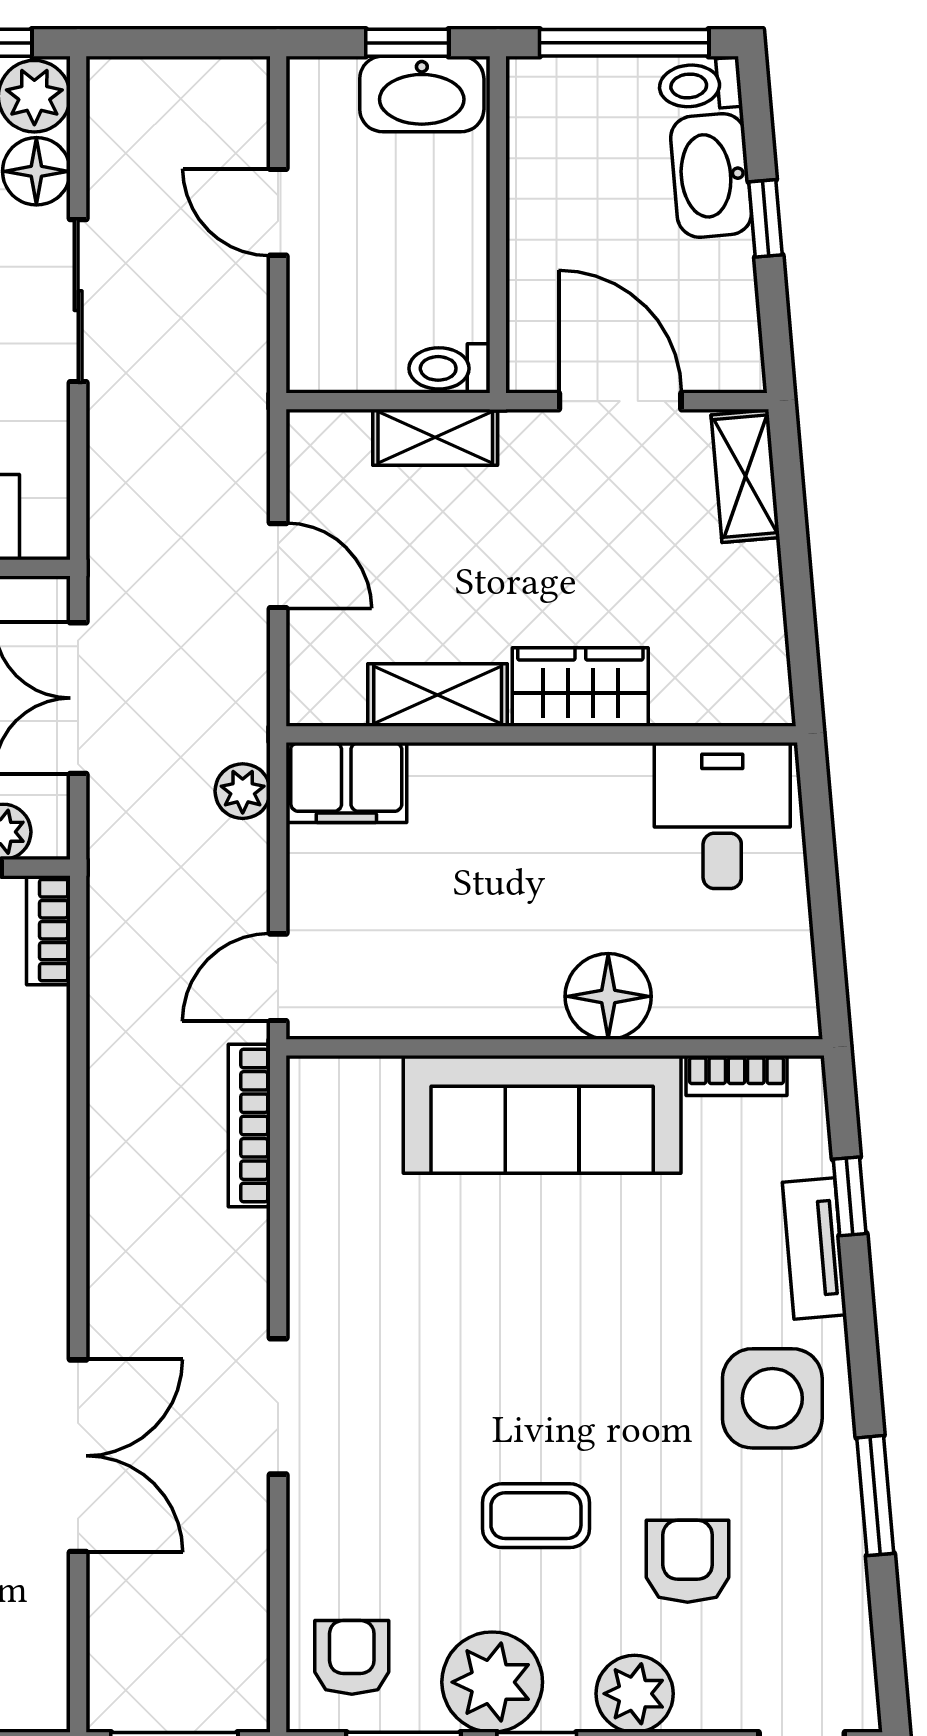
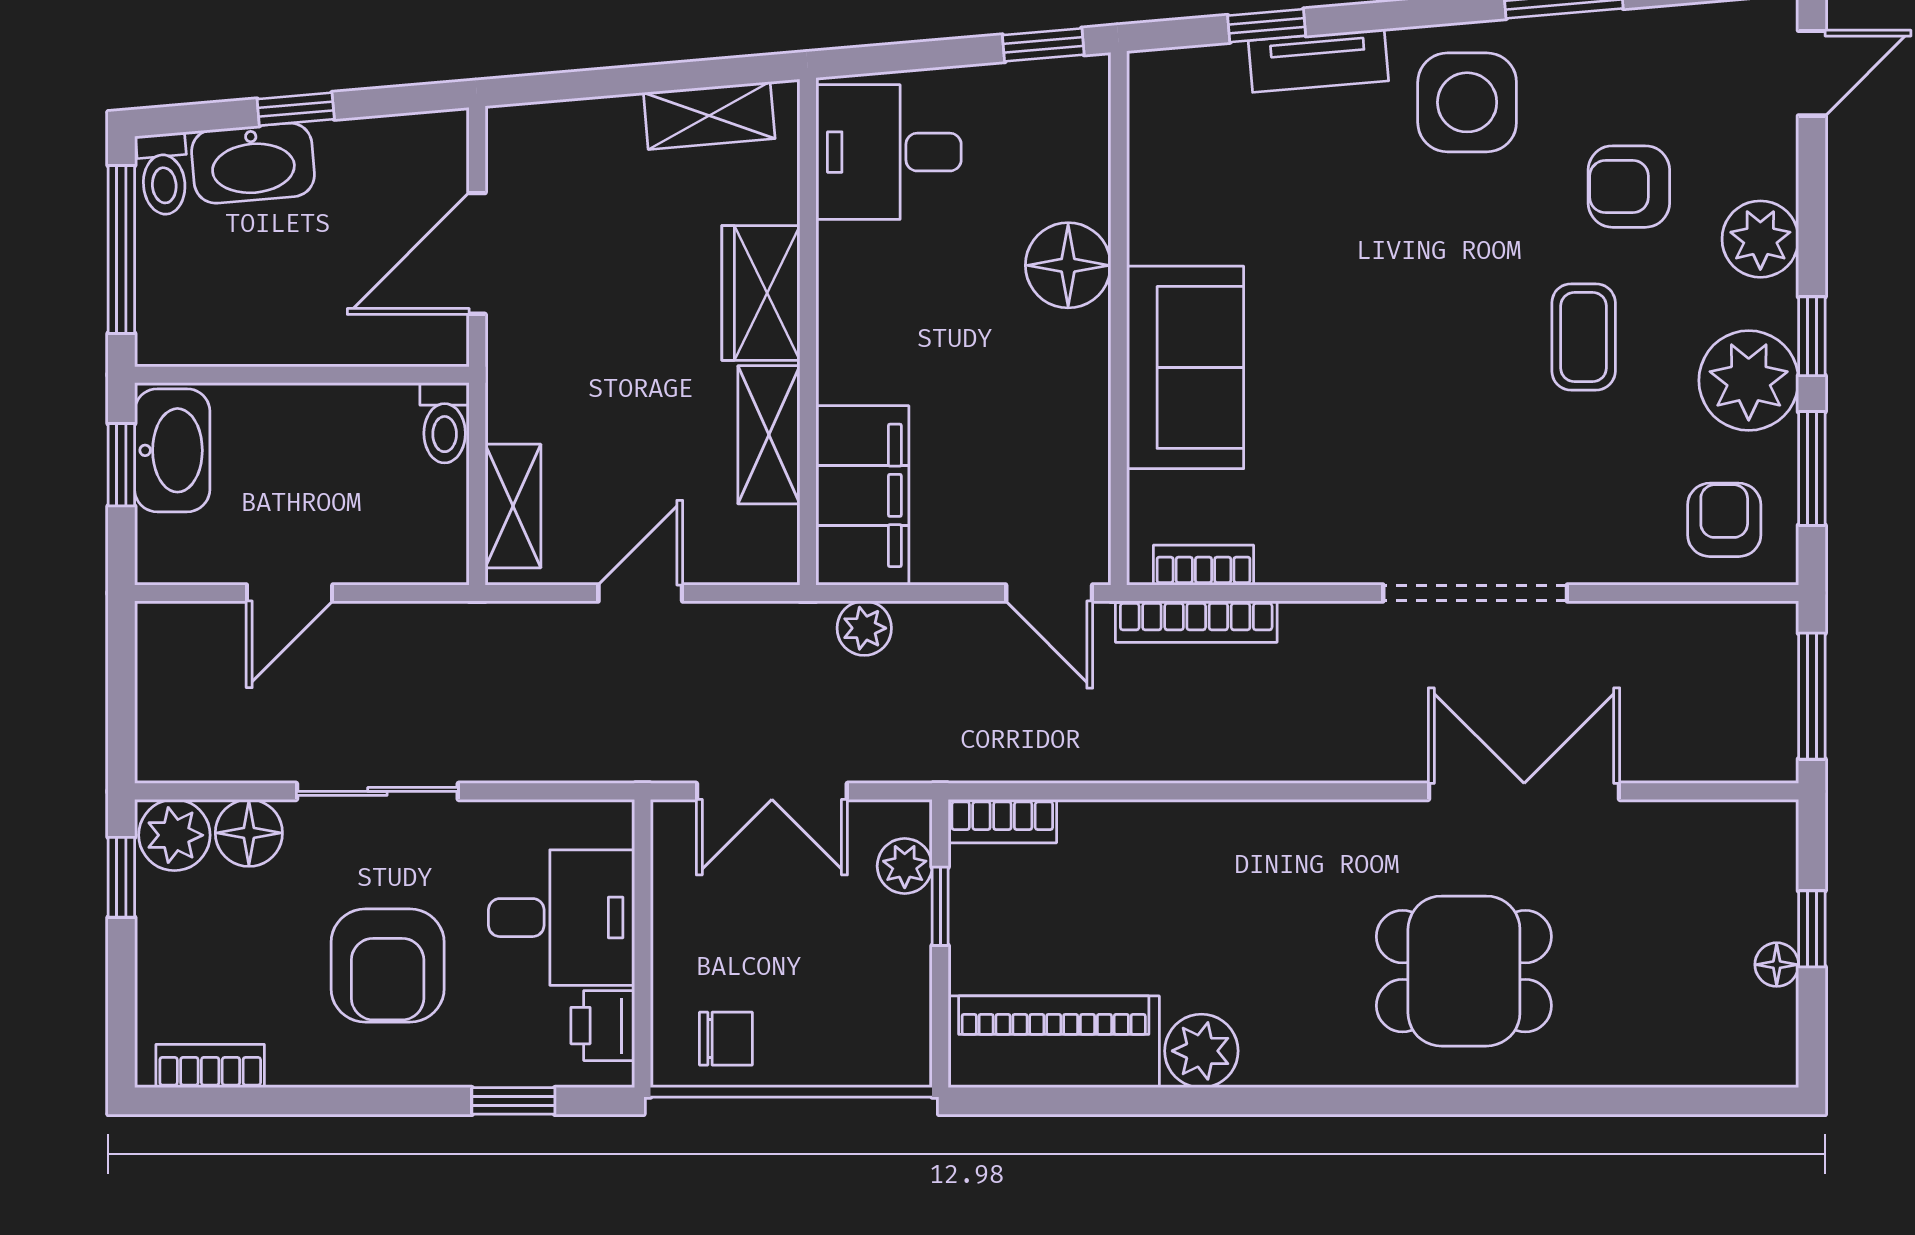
shelving: (435, 437) -> (513, 506), moved
shelving: (745, 476) -> (709, 116), moved
filing cabinet: (346, 782) -> (862, 495), width x1.50, depth x1.17
window: (830, 971) -> (1043, 45), added
bookcase: (737, 1076) -> (1204, 565), moved, turned -90
sofa: (542, 1114) -> (1185, 367), width x0.73
doorway: (278, 1406) -> (1475, 593), width x1.36
armchair: (352, 1657) -> (1724, 520), turned 90

